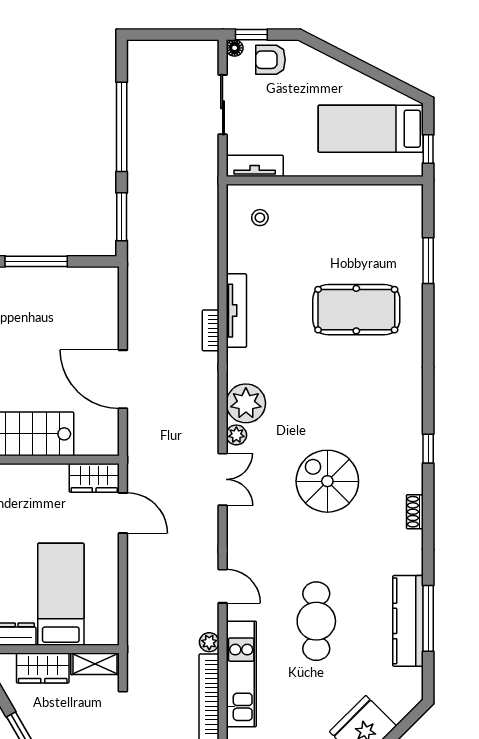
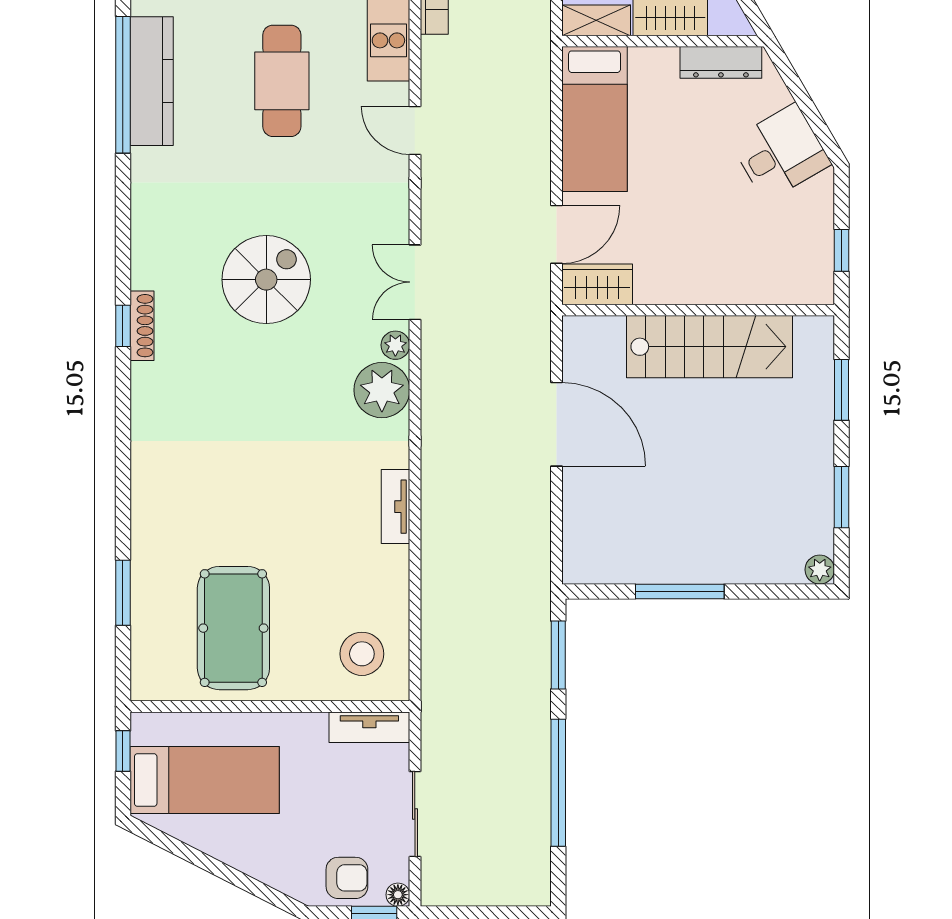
stool: (260, 218) -> (362, 654), width x1.89, depth x1.89
pool table: (356, 310) -> (233, 628), moved, turned 90
tv unit: (236, 311) -> (395, 507), width x0.71
bookcase: (211, 330) -> (432, 494), removed
spiral stairs: (327, 481) -> (266, 280), turned -90
shoe rack: (415, 512) -> (142, 326), moved, width x1.43
door: (123, 513) -> (557, 234), swing flipped
bed: (61, 594) -> (595, 119), moved
window: (428, 618) -> (123, 85), width x1.46
plant: (209, 642) -> (434, 51), removed

